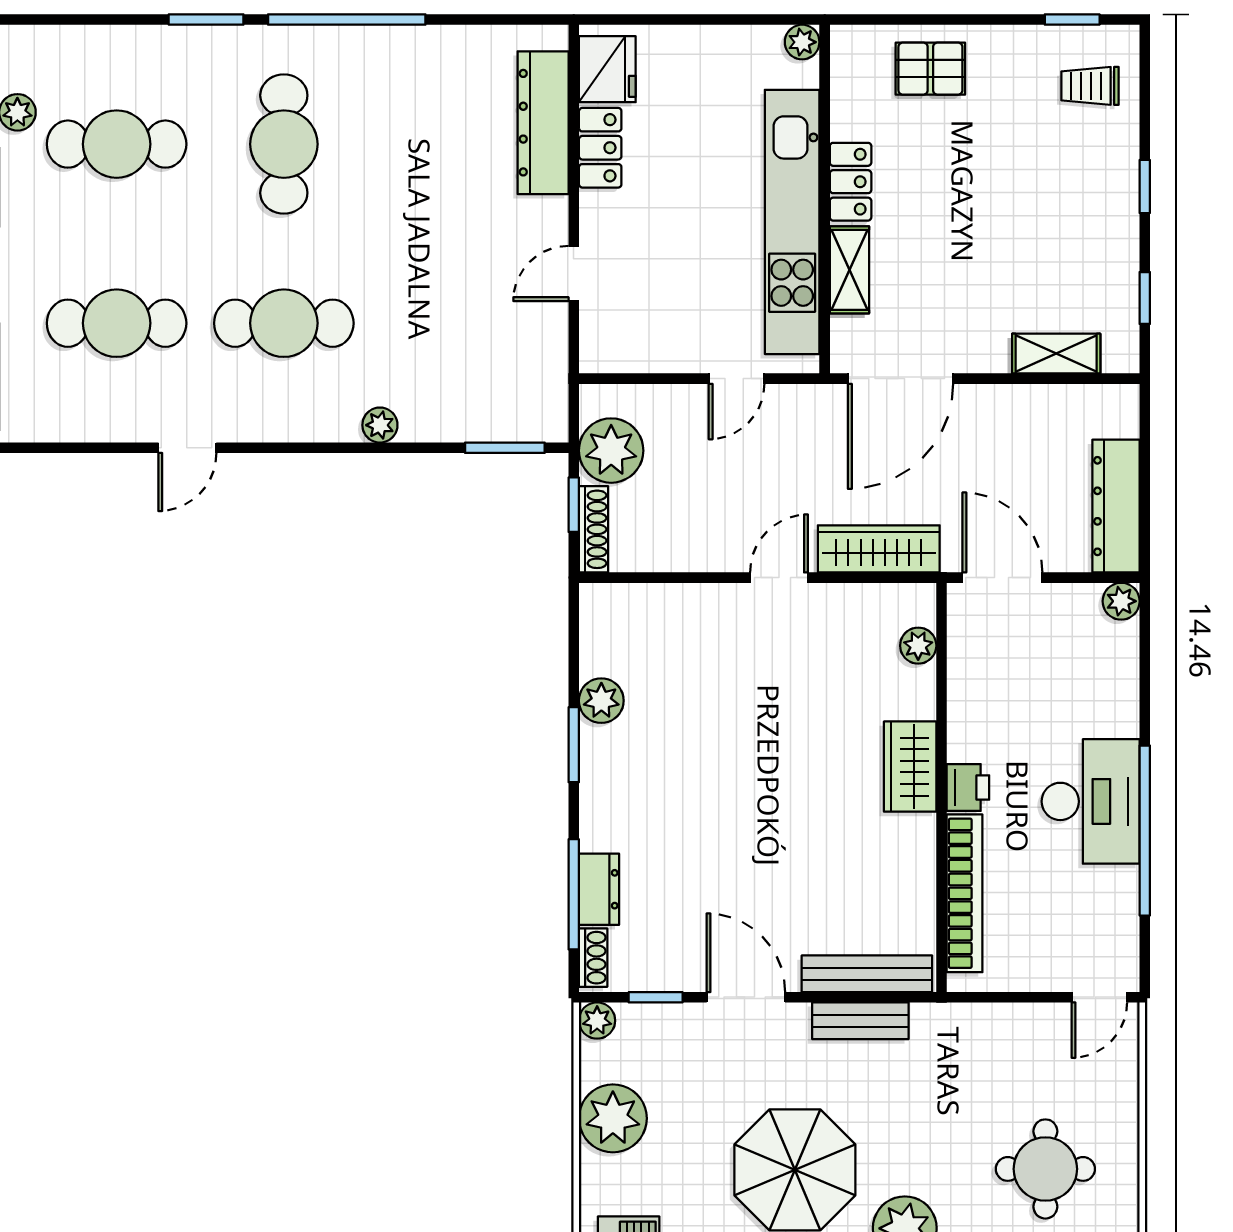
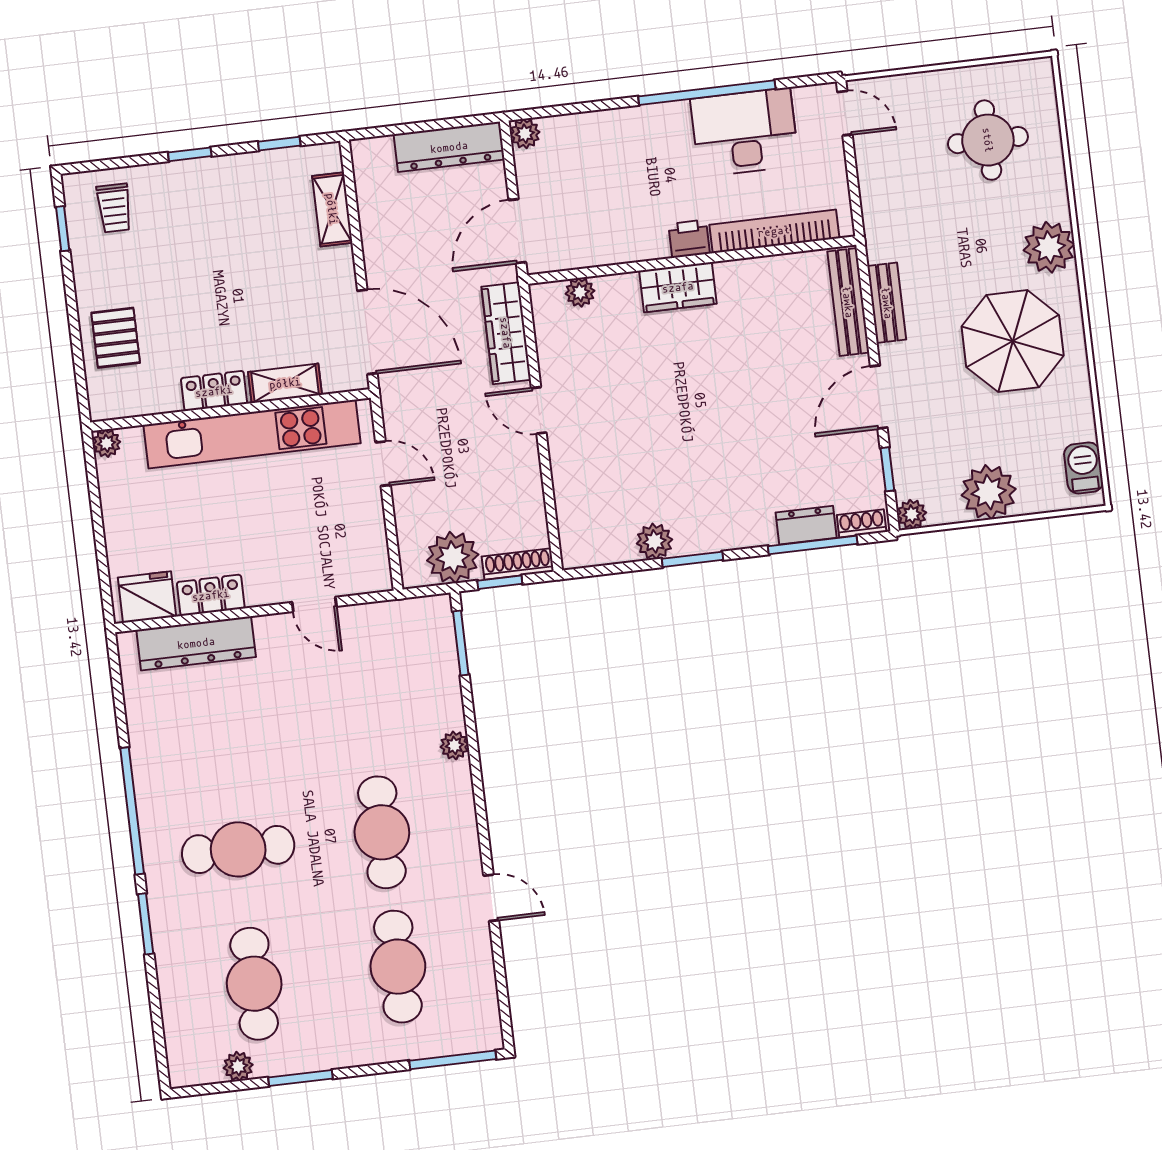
desk: (1091, 801) -> (745, 132), moved

